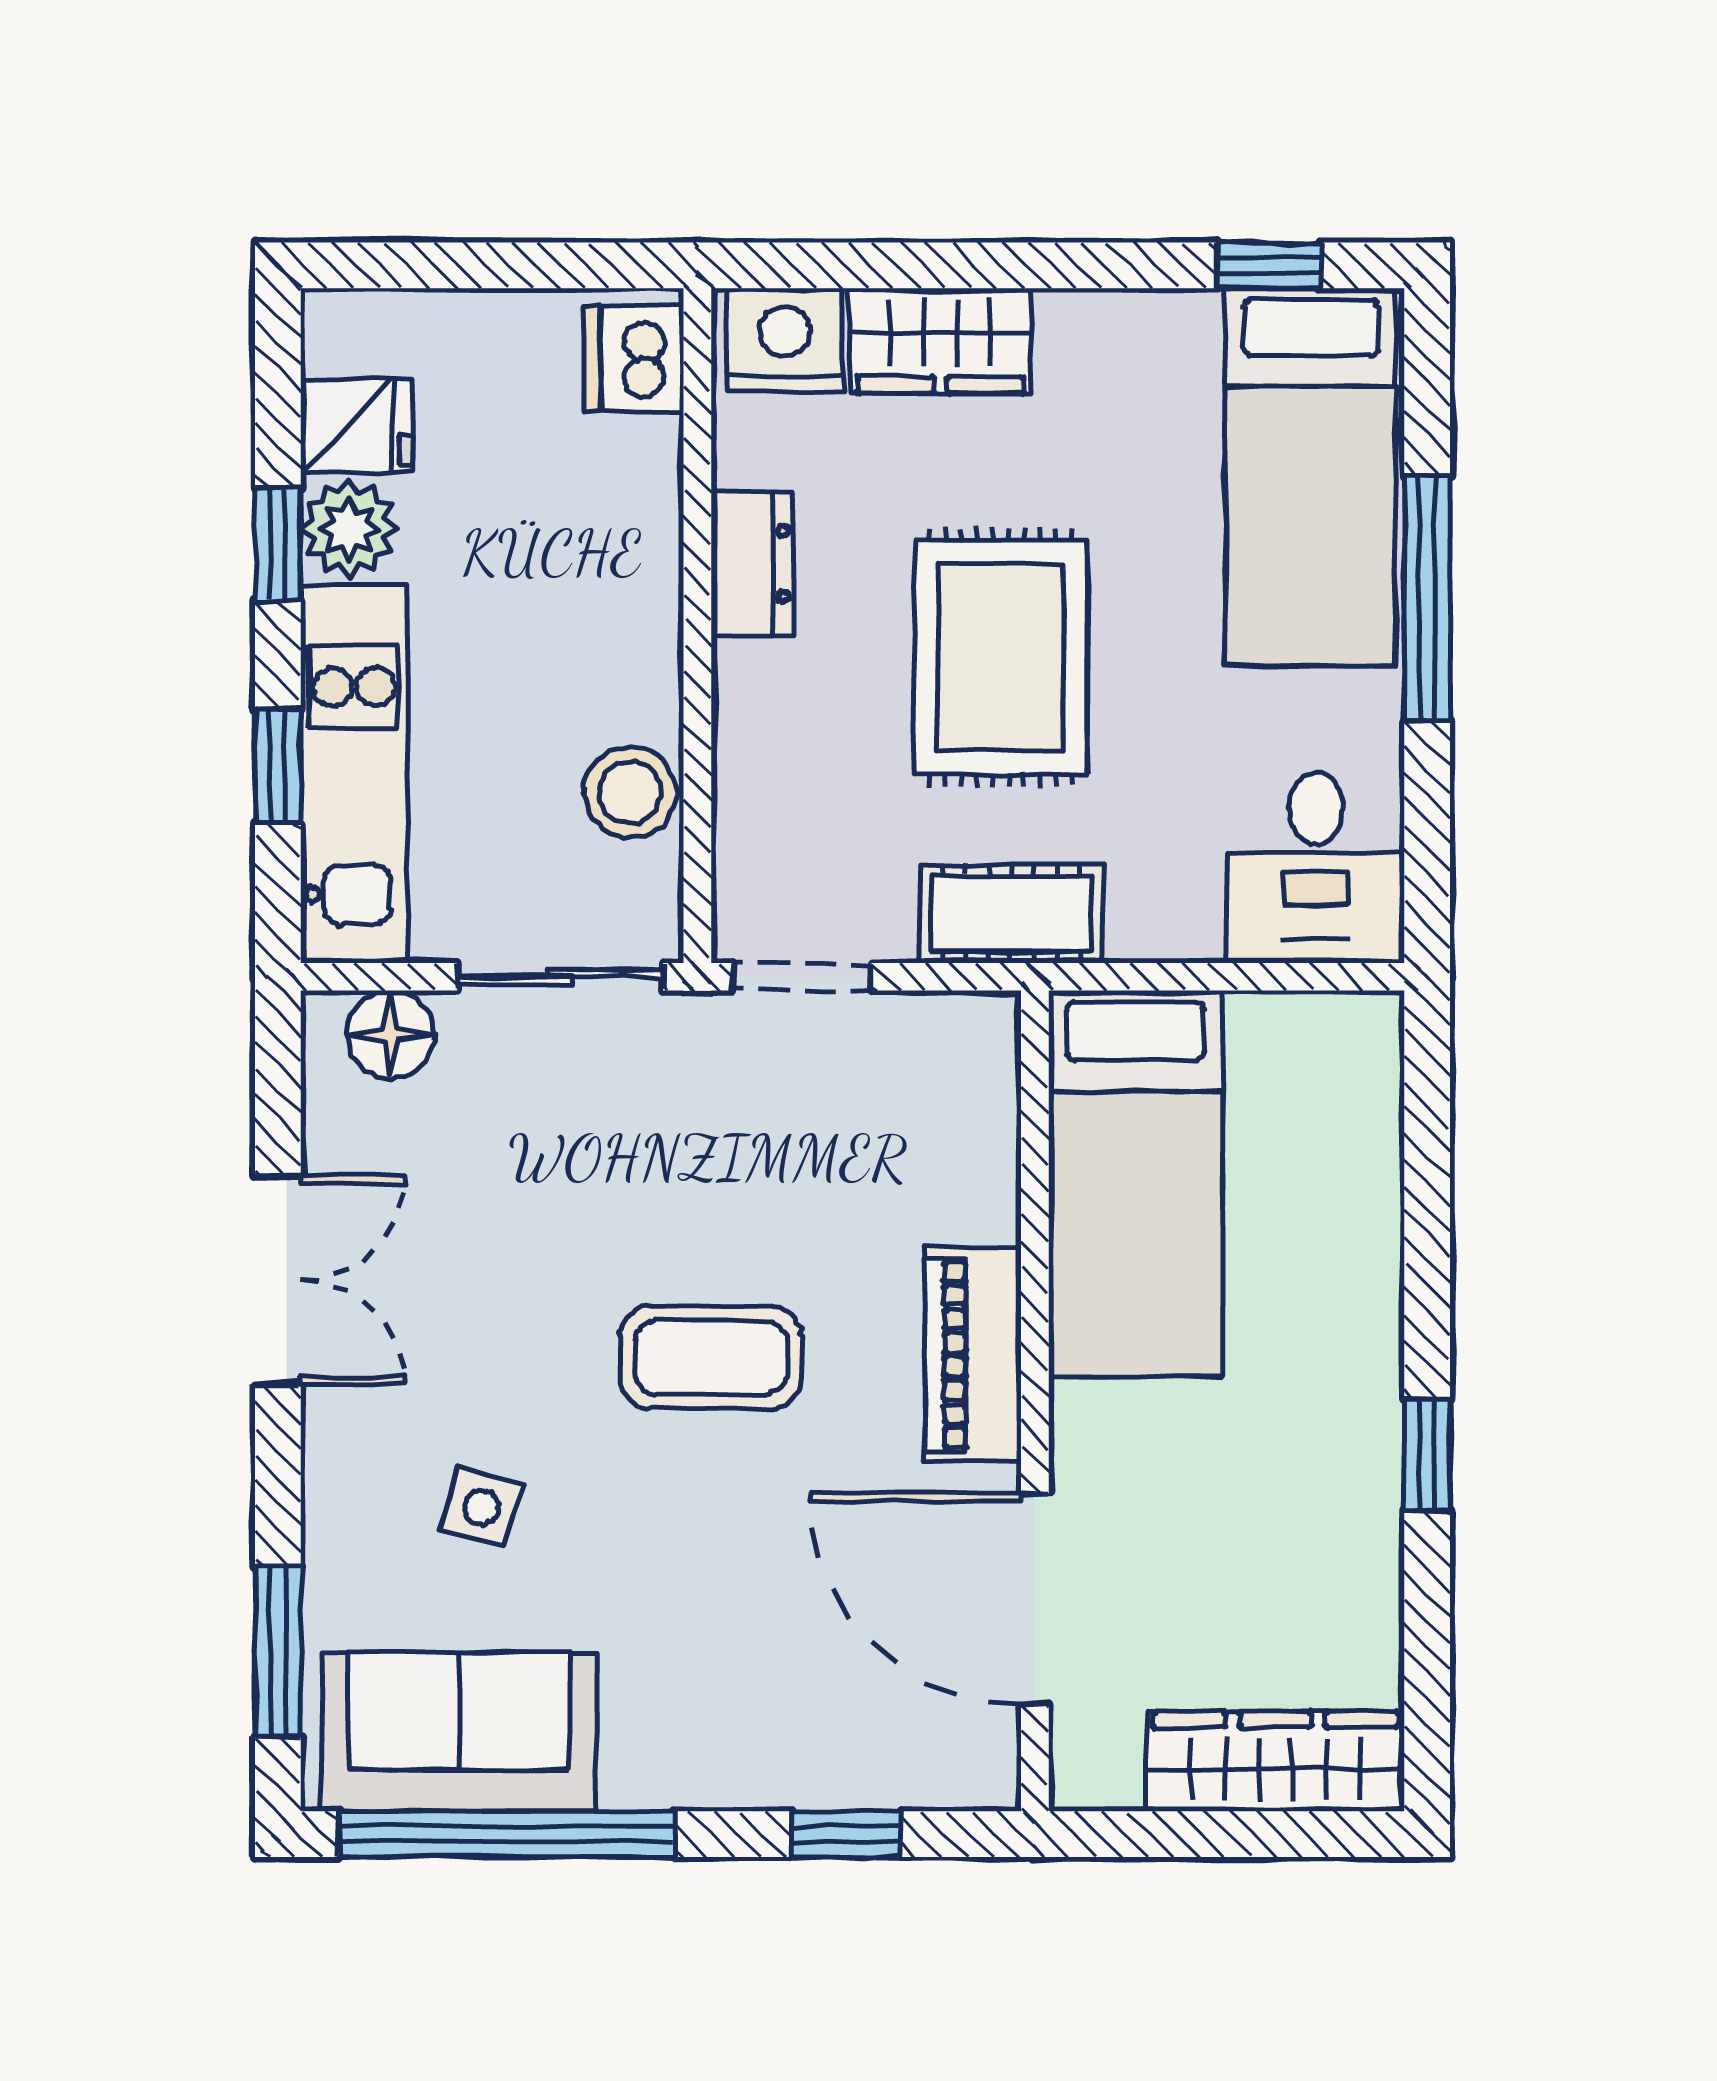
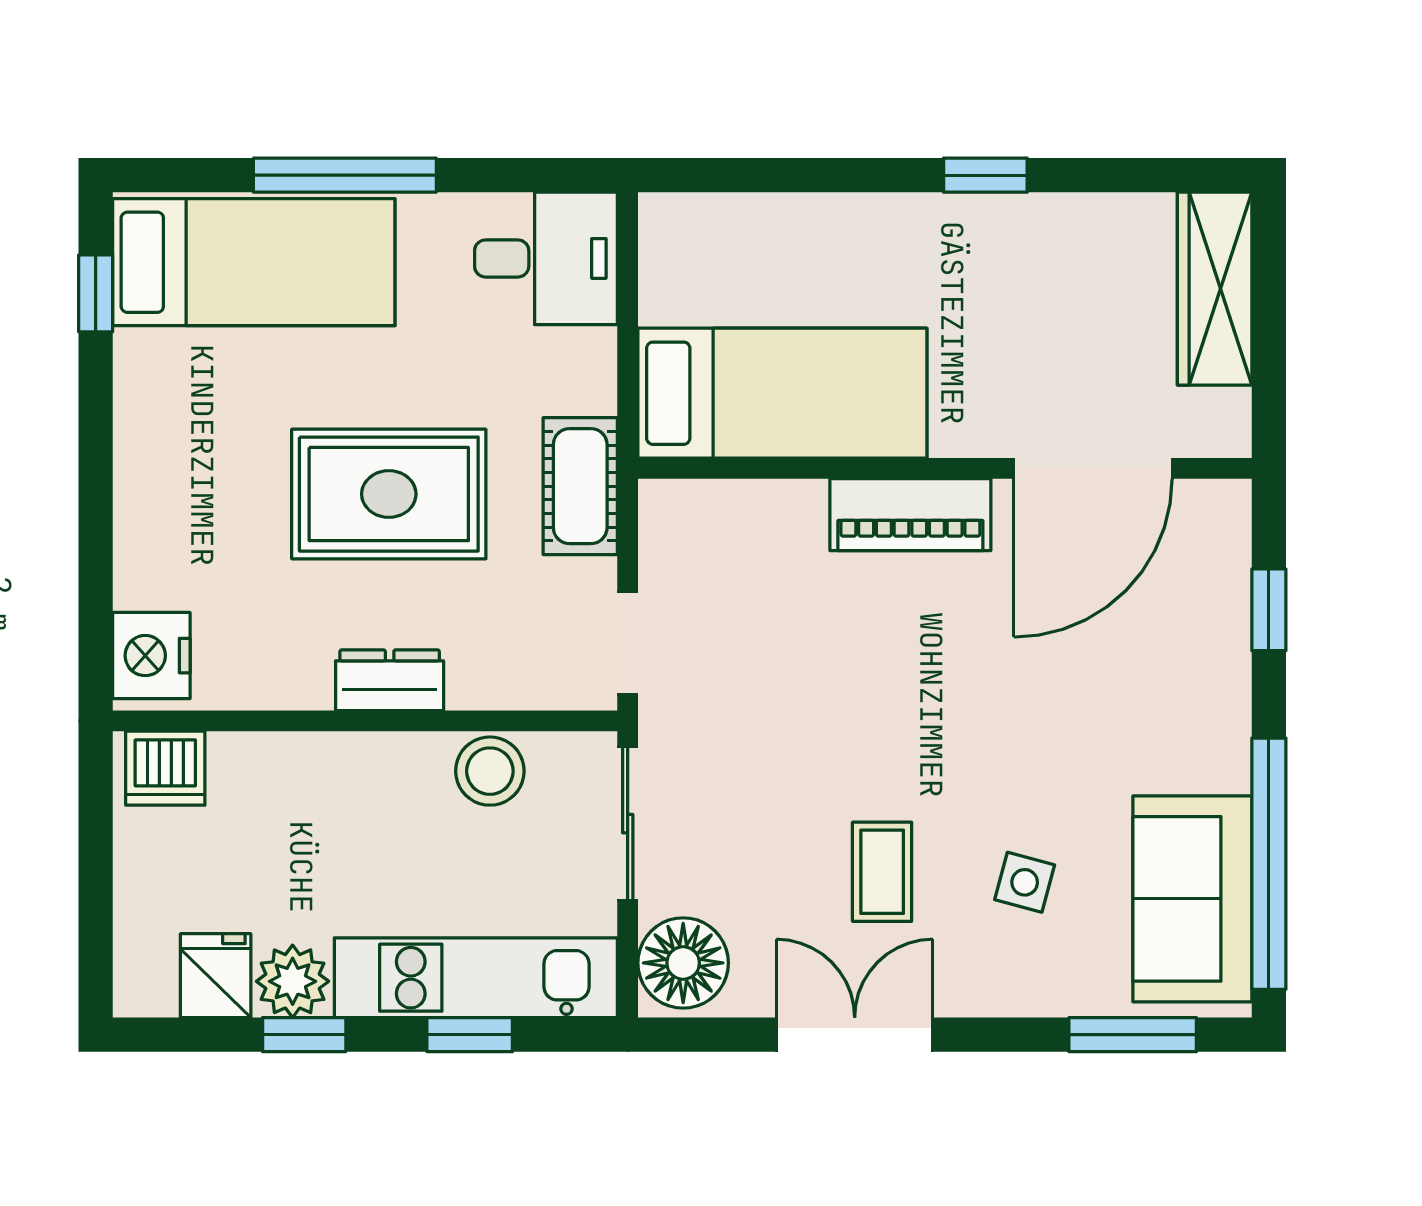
wardrobe: (940, 341) -> (152, 539), removed
dresser: (752, 564) -> (390, 680), moved
floor lamp: (390, 1034) -> (683, 963), width x1.38, depth x1.38
coffee table: (711, 1357) -> (882, 872), moved, width x0.73, depth x0.77

